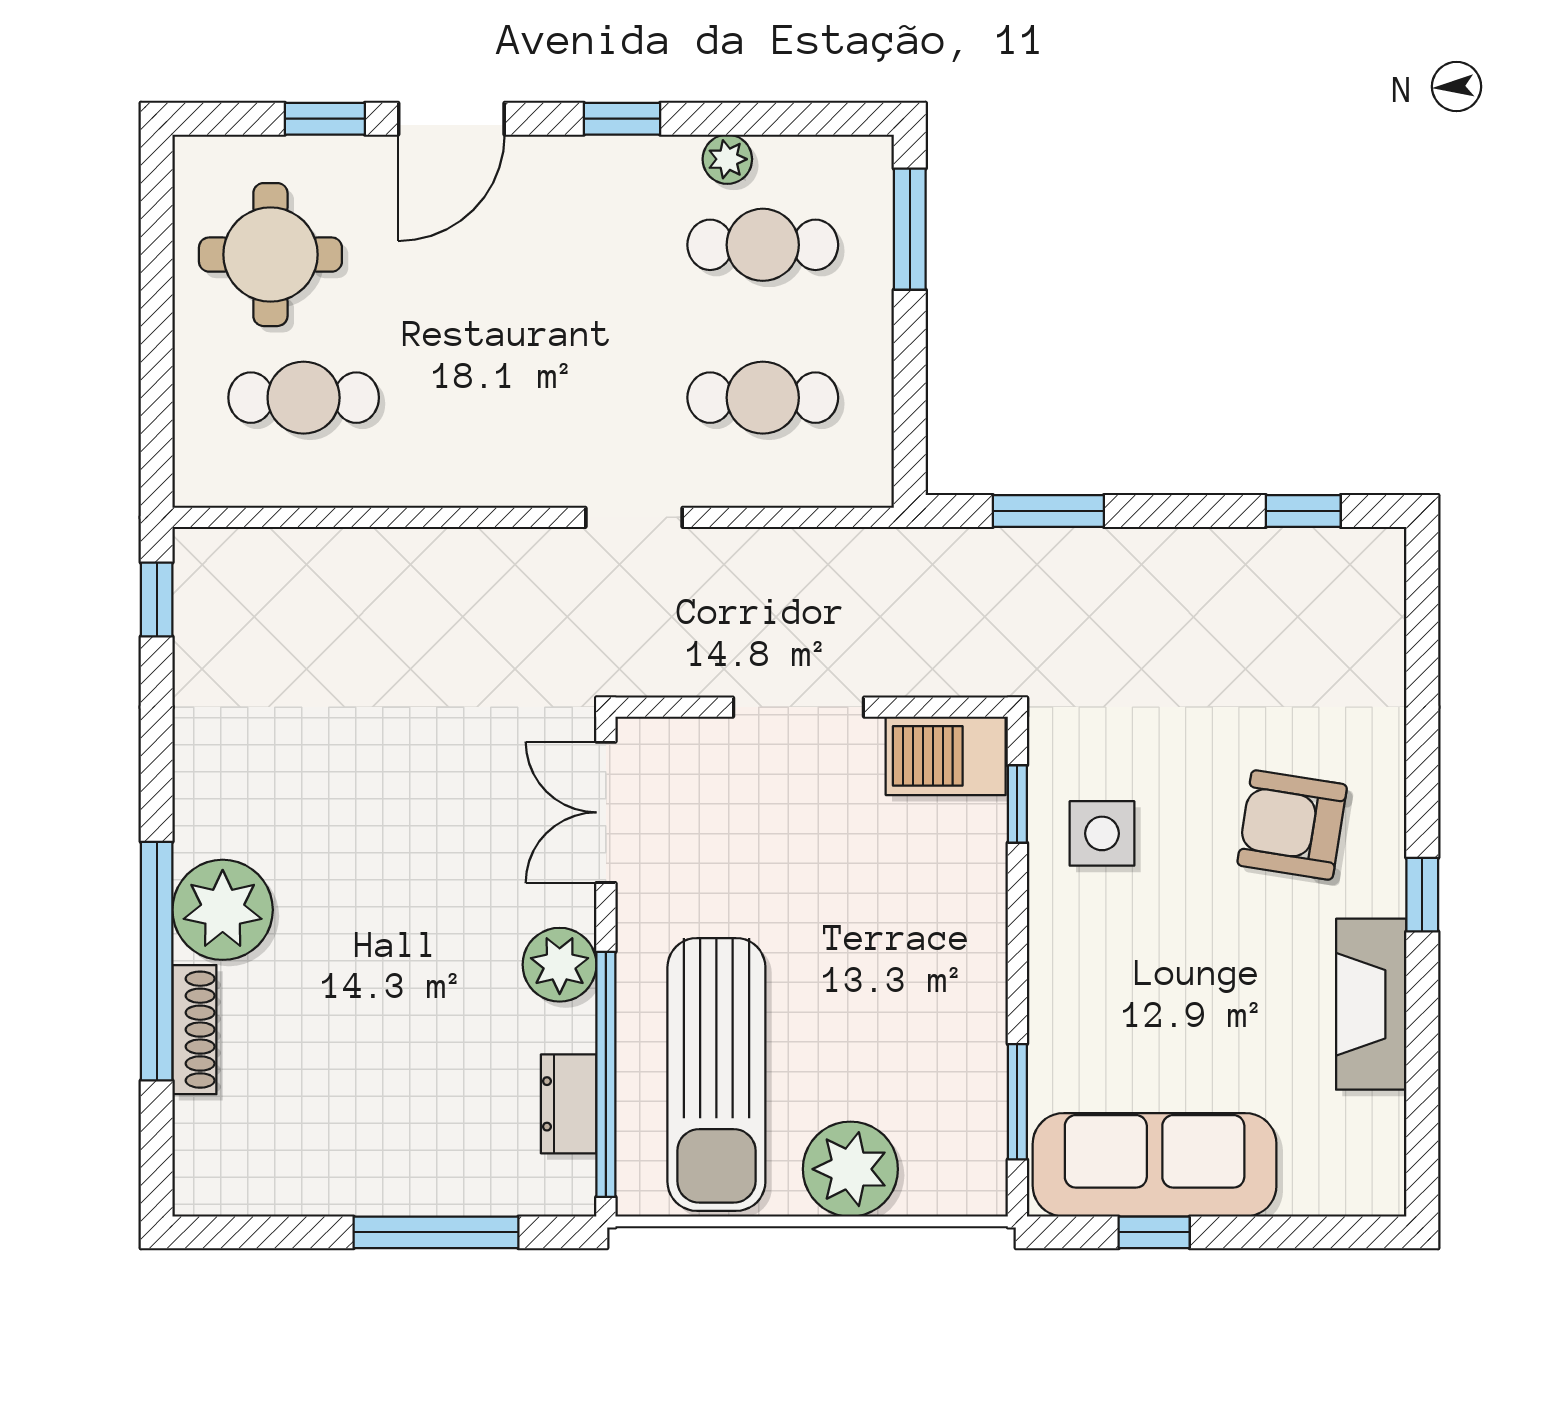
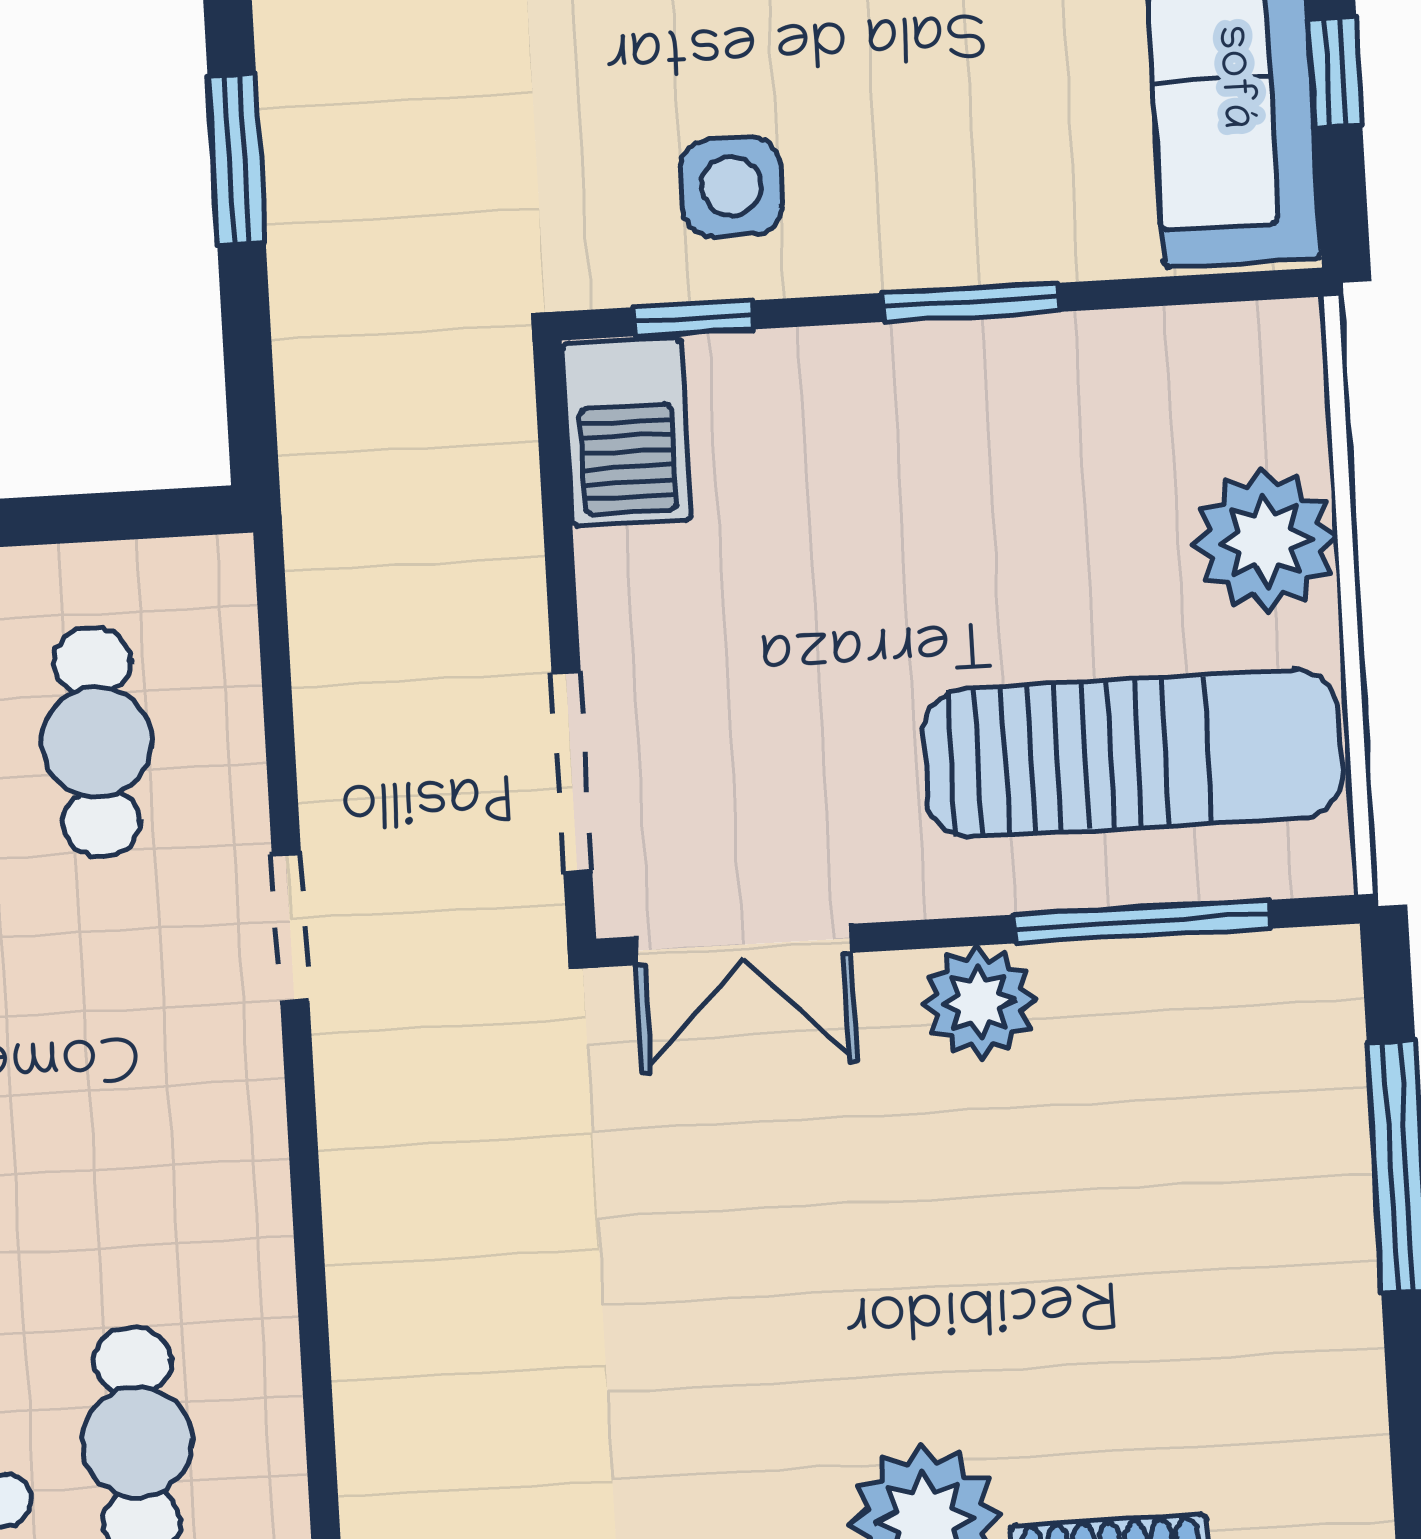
window: (1048, 511) -> (237, 159), moved
doorway: (798, 707) -> (572, 772), moved
window: (606, 1074) -> (1142, 922), width x0.68
window: (1017, 1102) -> (971, 302), moved
dresser: (569, 1104) -> (1190, 976), removed

